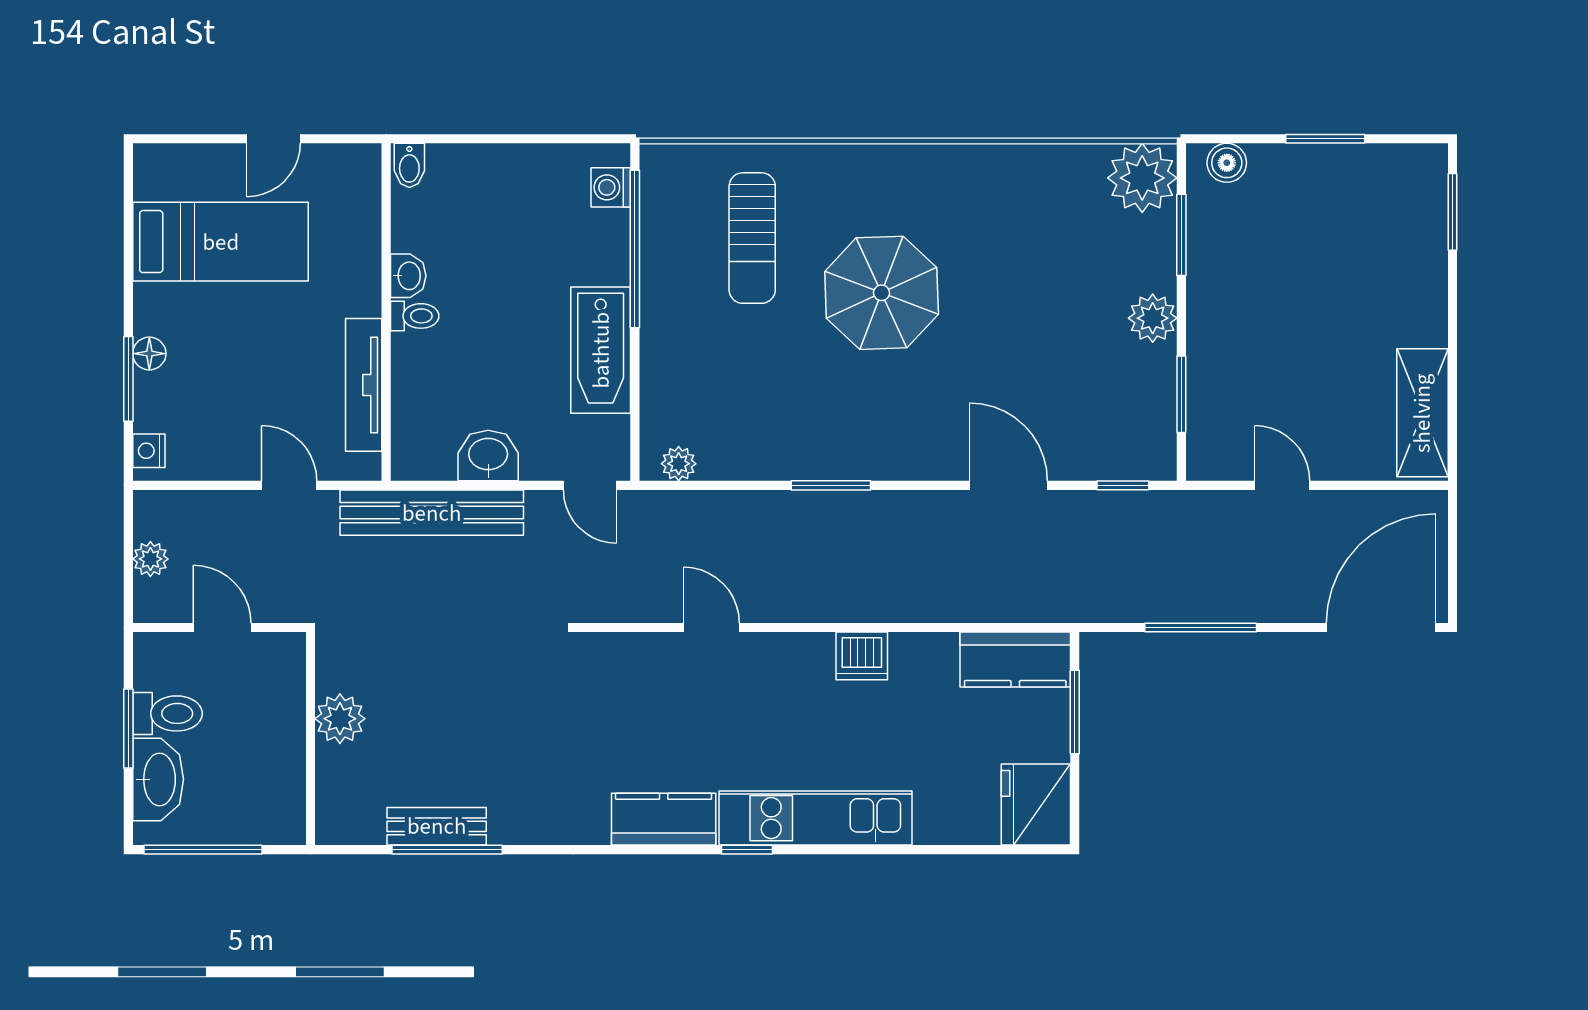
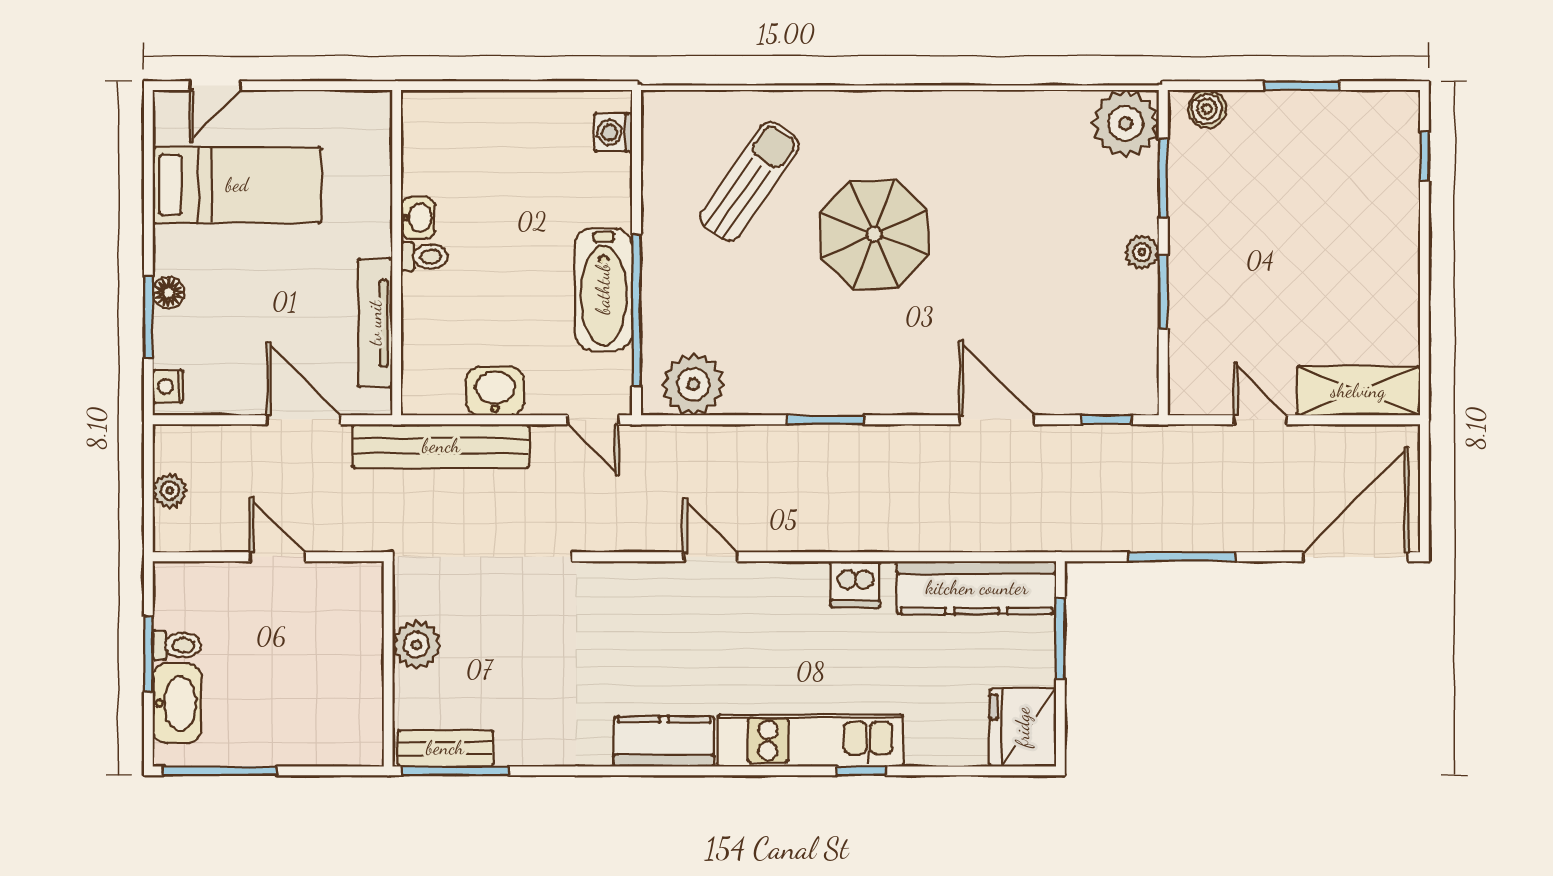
door: (273, 139) -> (215, 86), moved
bidet: (409, 165) -> (419, 111), removed
window: (1452, 212) -> (1424, 156), width x0.67
sun lounger: (752, 238) -> (750, 181), turned -145
window: (635, 249) -> (637, 310), moved
plant: (1153, 318) -> (1142, 252), width x0.73, depth x0.73
window: (1181, 394) -> (1163, 292), moved
shelving: (1422, 413) -> (1358, 391), moved, turned 90
plant: (679, 464) -> (693, 384), width x1.87, depth x1.87
door: (289, 485) -> (303, 420), width x1.38
door: (222, 628) -> (277, 557), moved
kitchen counter: (1015, 660) -> (977, 588), width x1.50
toilet: (167, 713) -> (177, 645), width x0.73, depth x0.72
plant: (340, 719) -> (417, 645), moved
wall: (311, 739) -> (388, 664), moved
window: (747, 850) -> (861, 771), moved

